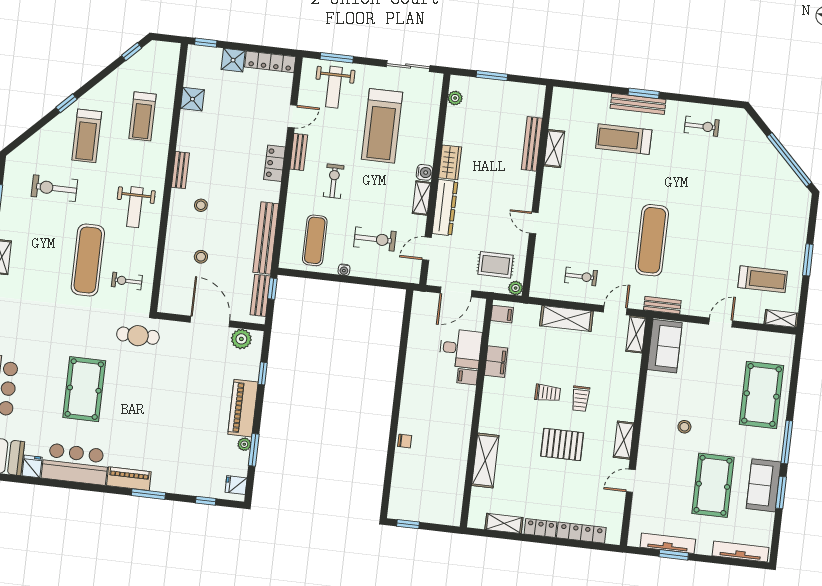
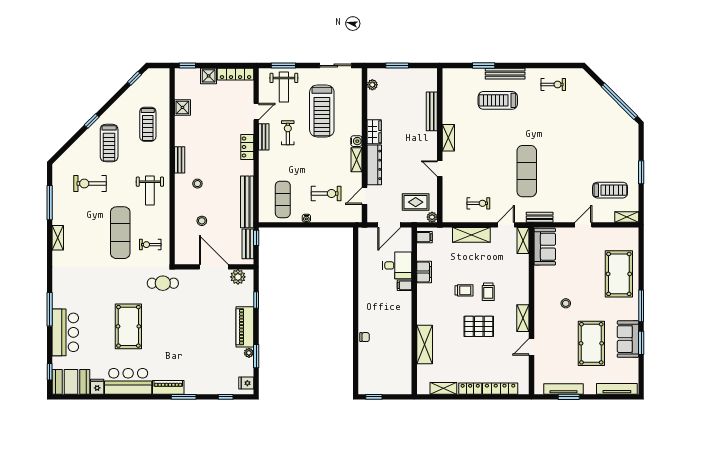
window: (644, 93) -> (484, 66), moved
shelving: (554, 149) -> (448, 138), moved
exercise bike: (334, 181) -> (288, 133), moved

